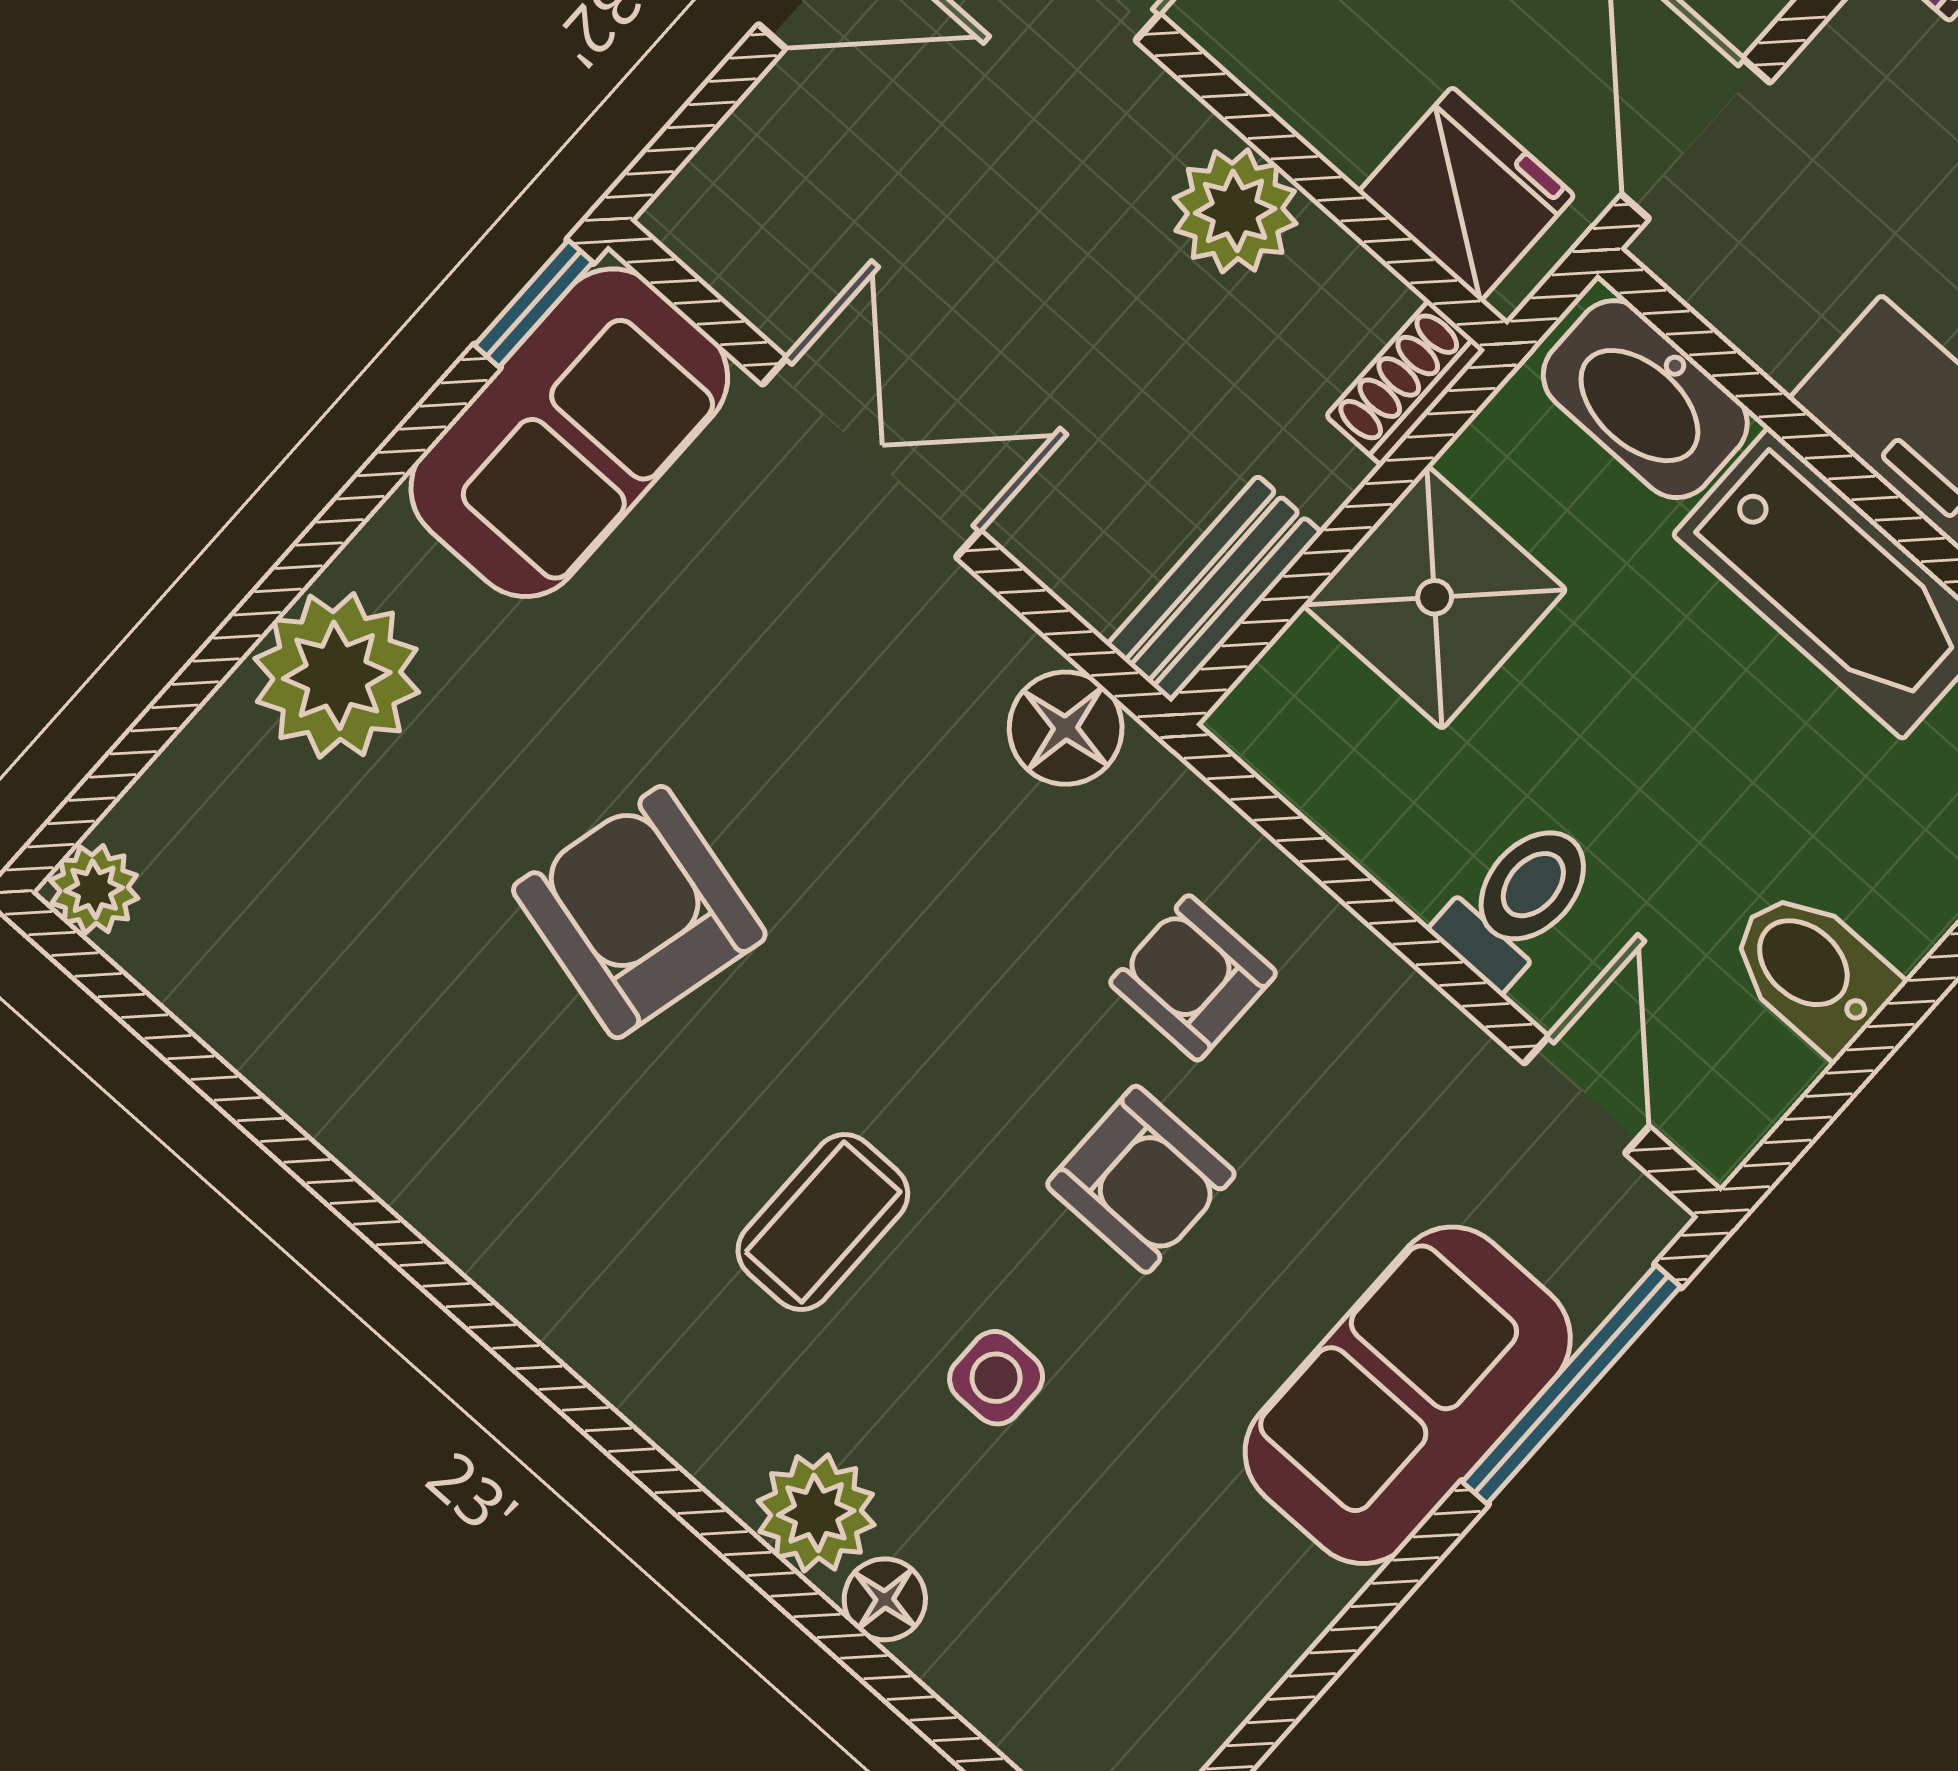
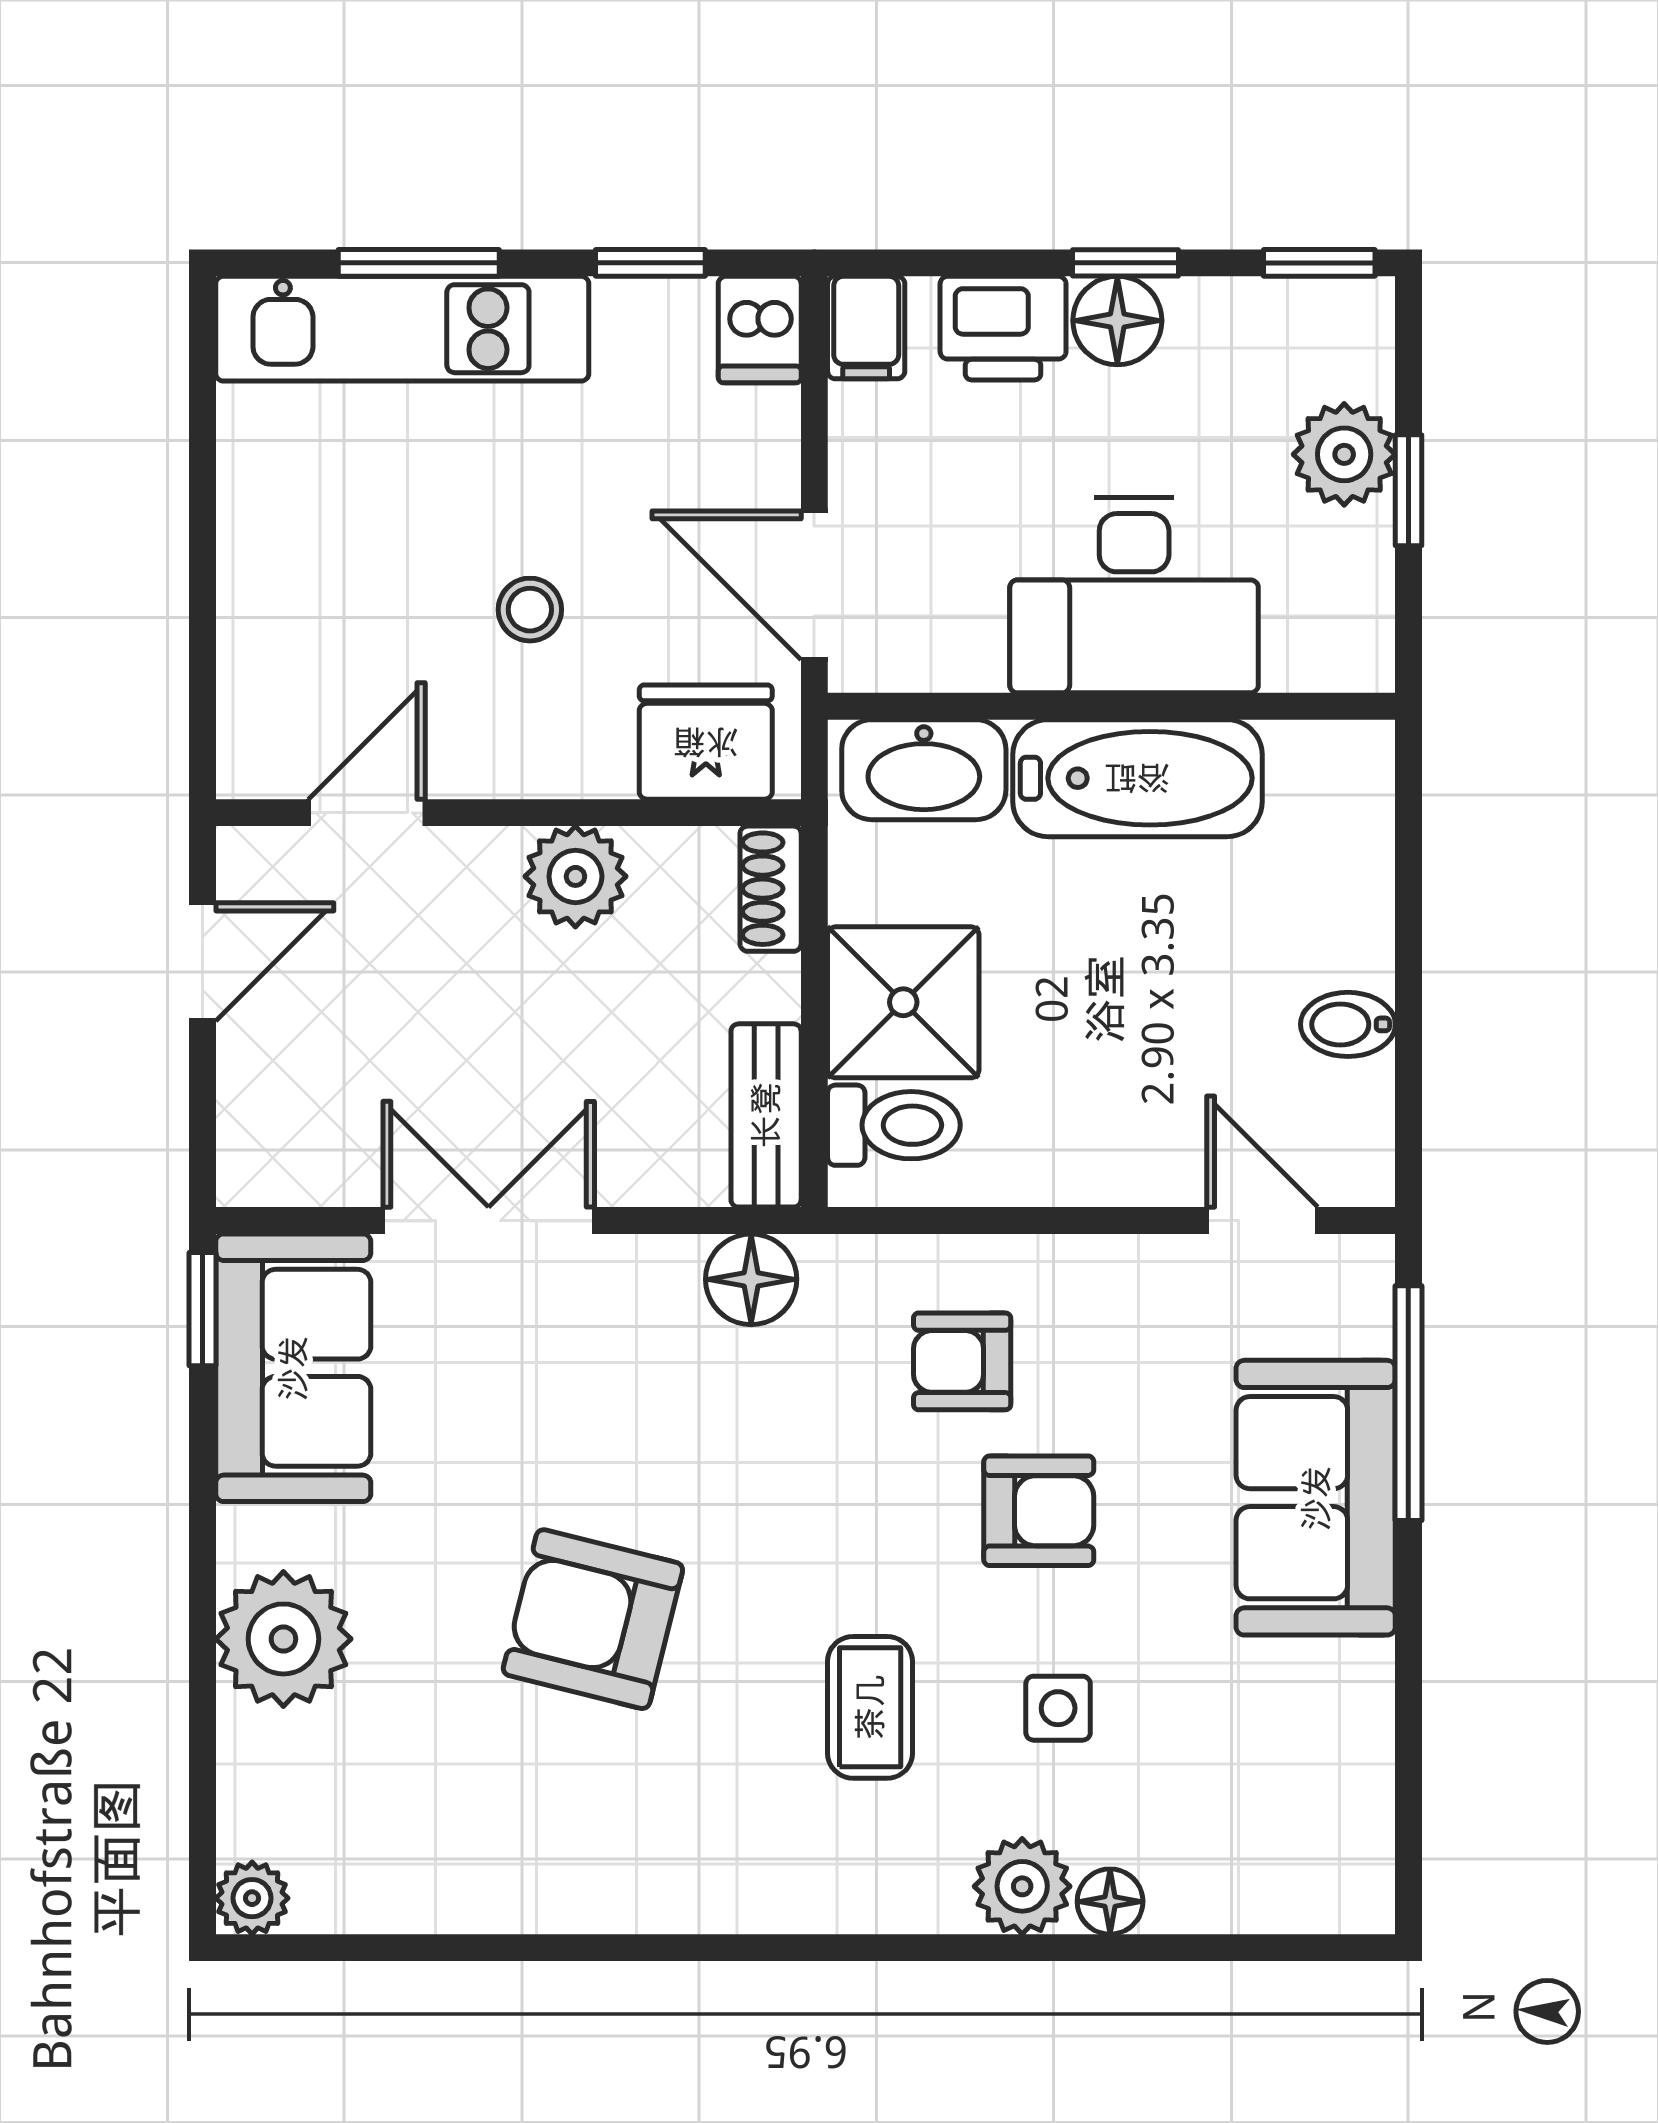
toilet: (1518, 902) -> (894, 1125), moved, turned 90
bidet: (1812, 970) -> (1348, 1024), width x0.72, depth x0.74

